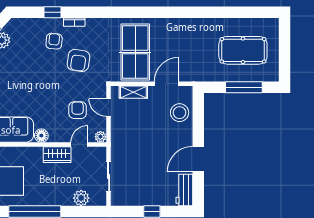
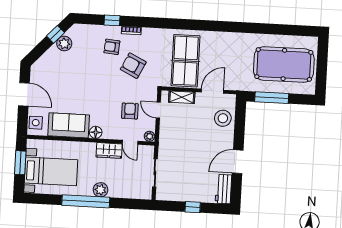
armchair: (54, 41) -> (112, 47), turned -90
pool table: (243, 50) -> (284, 65), width x1.36, depth x1.32
armchair: (78, 60) -> (133, 66), turned 108
window: (244, 87) -> (272, 98), moved
door: (79, 144) -> (130, 142), swing flipped
plant: (81, 198) -> (101, 190), moved

